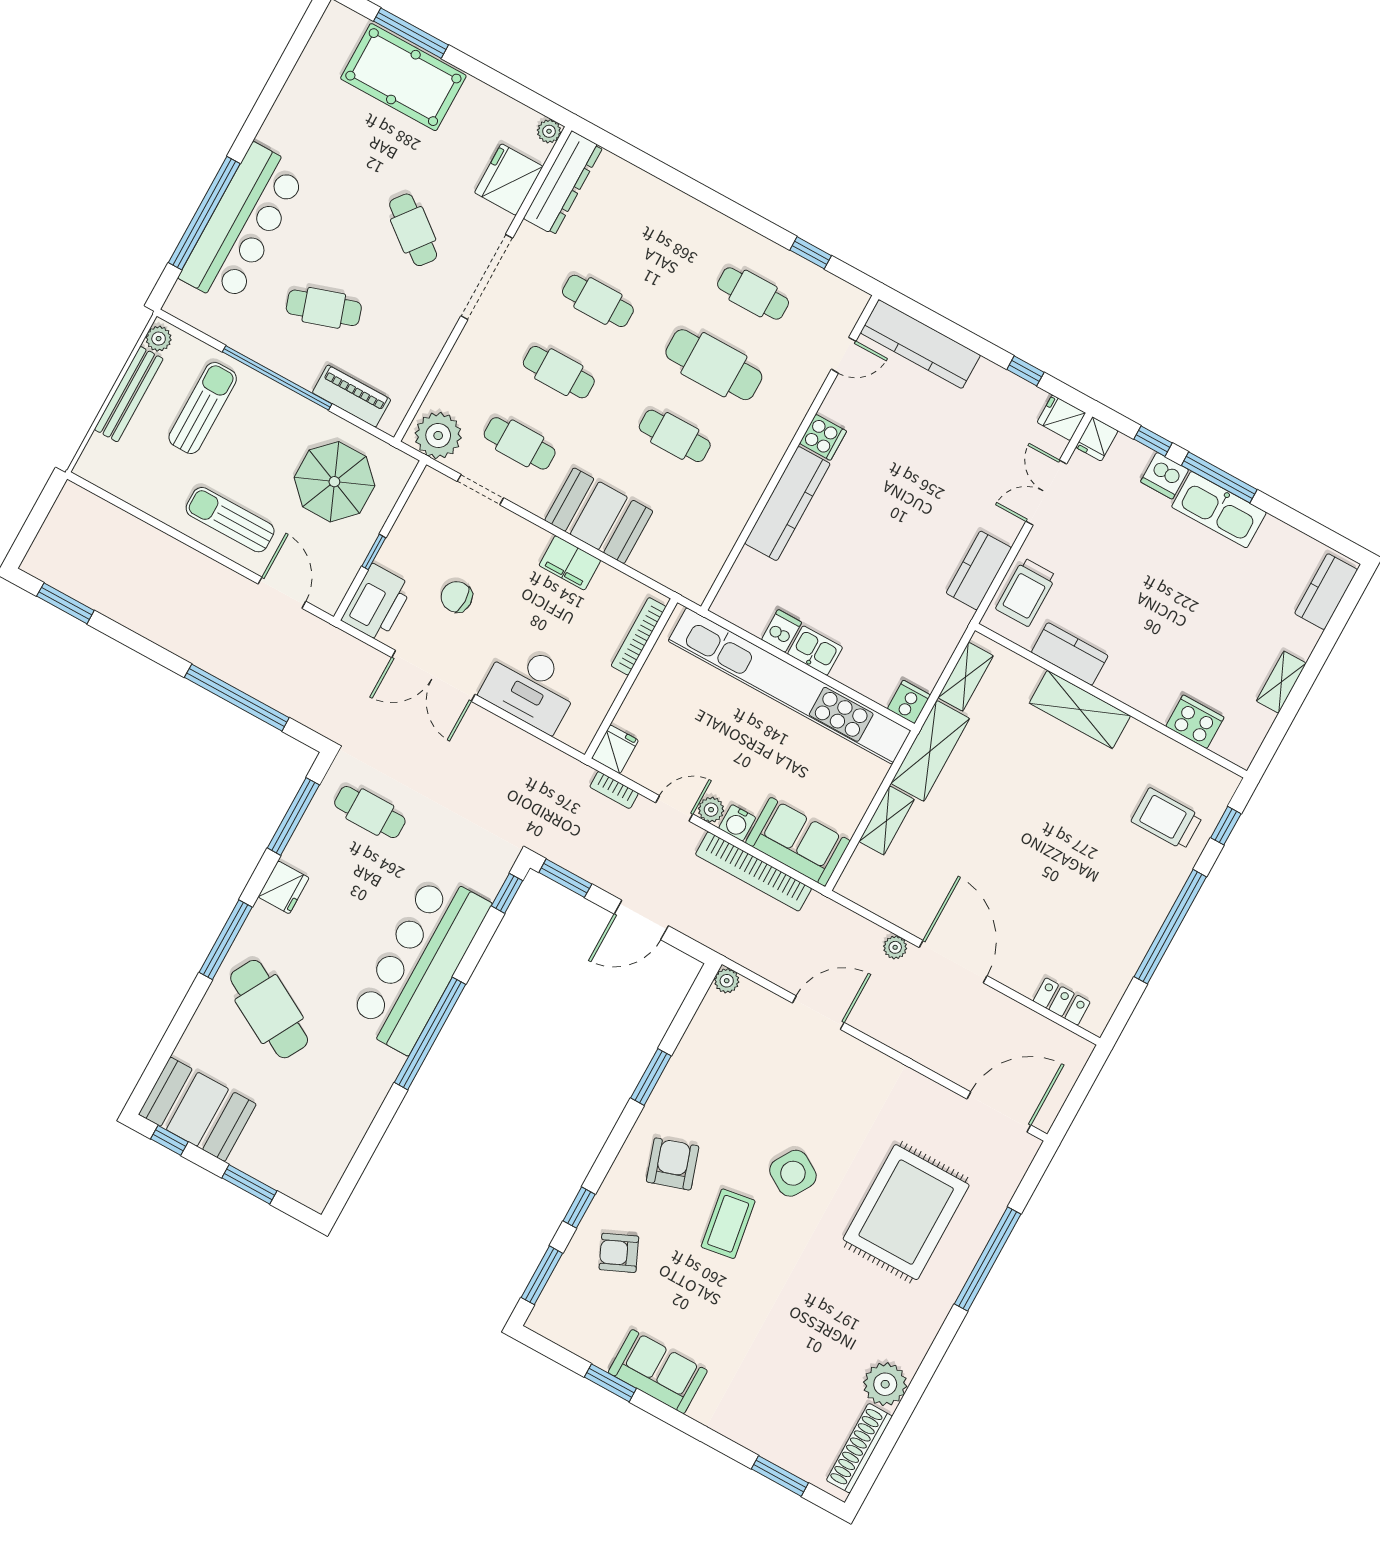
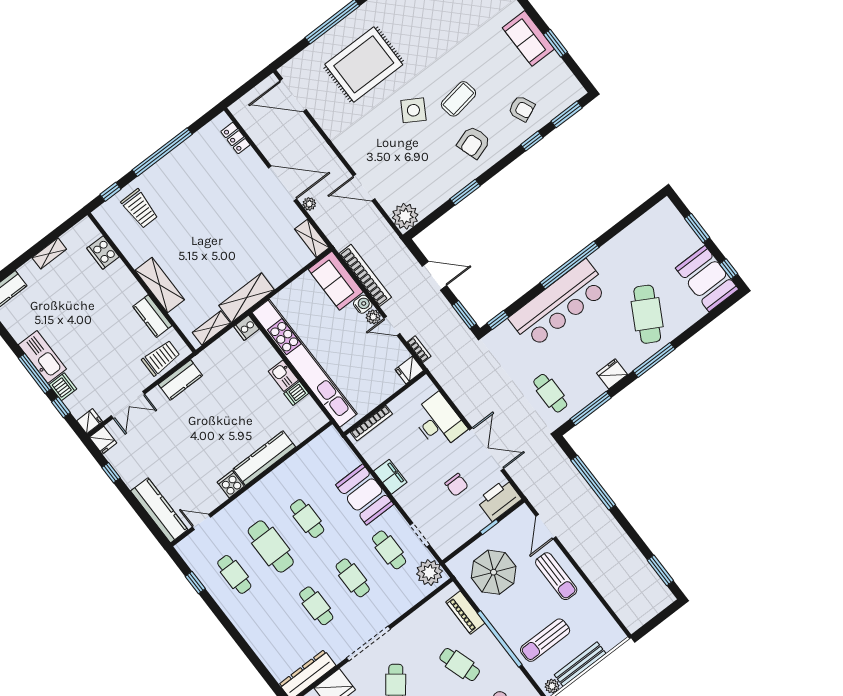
shelving: (887, 820) -> (312, 238), moved, turned 90
door: (953, 962) -> (283, 183), swing flipped
plant: (727, 981) -> (405, 216), width x1.87, depth x1.87

